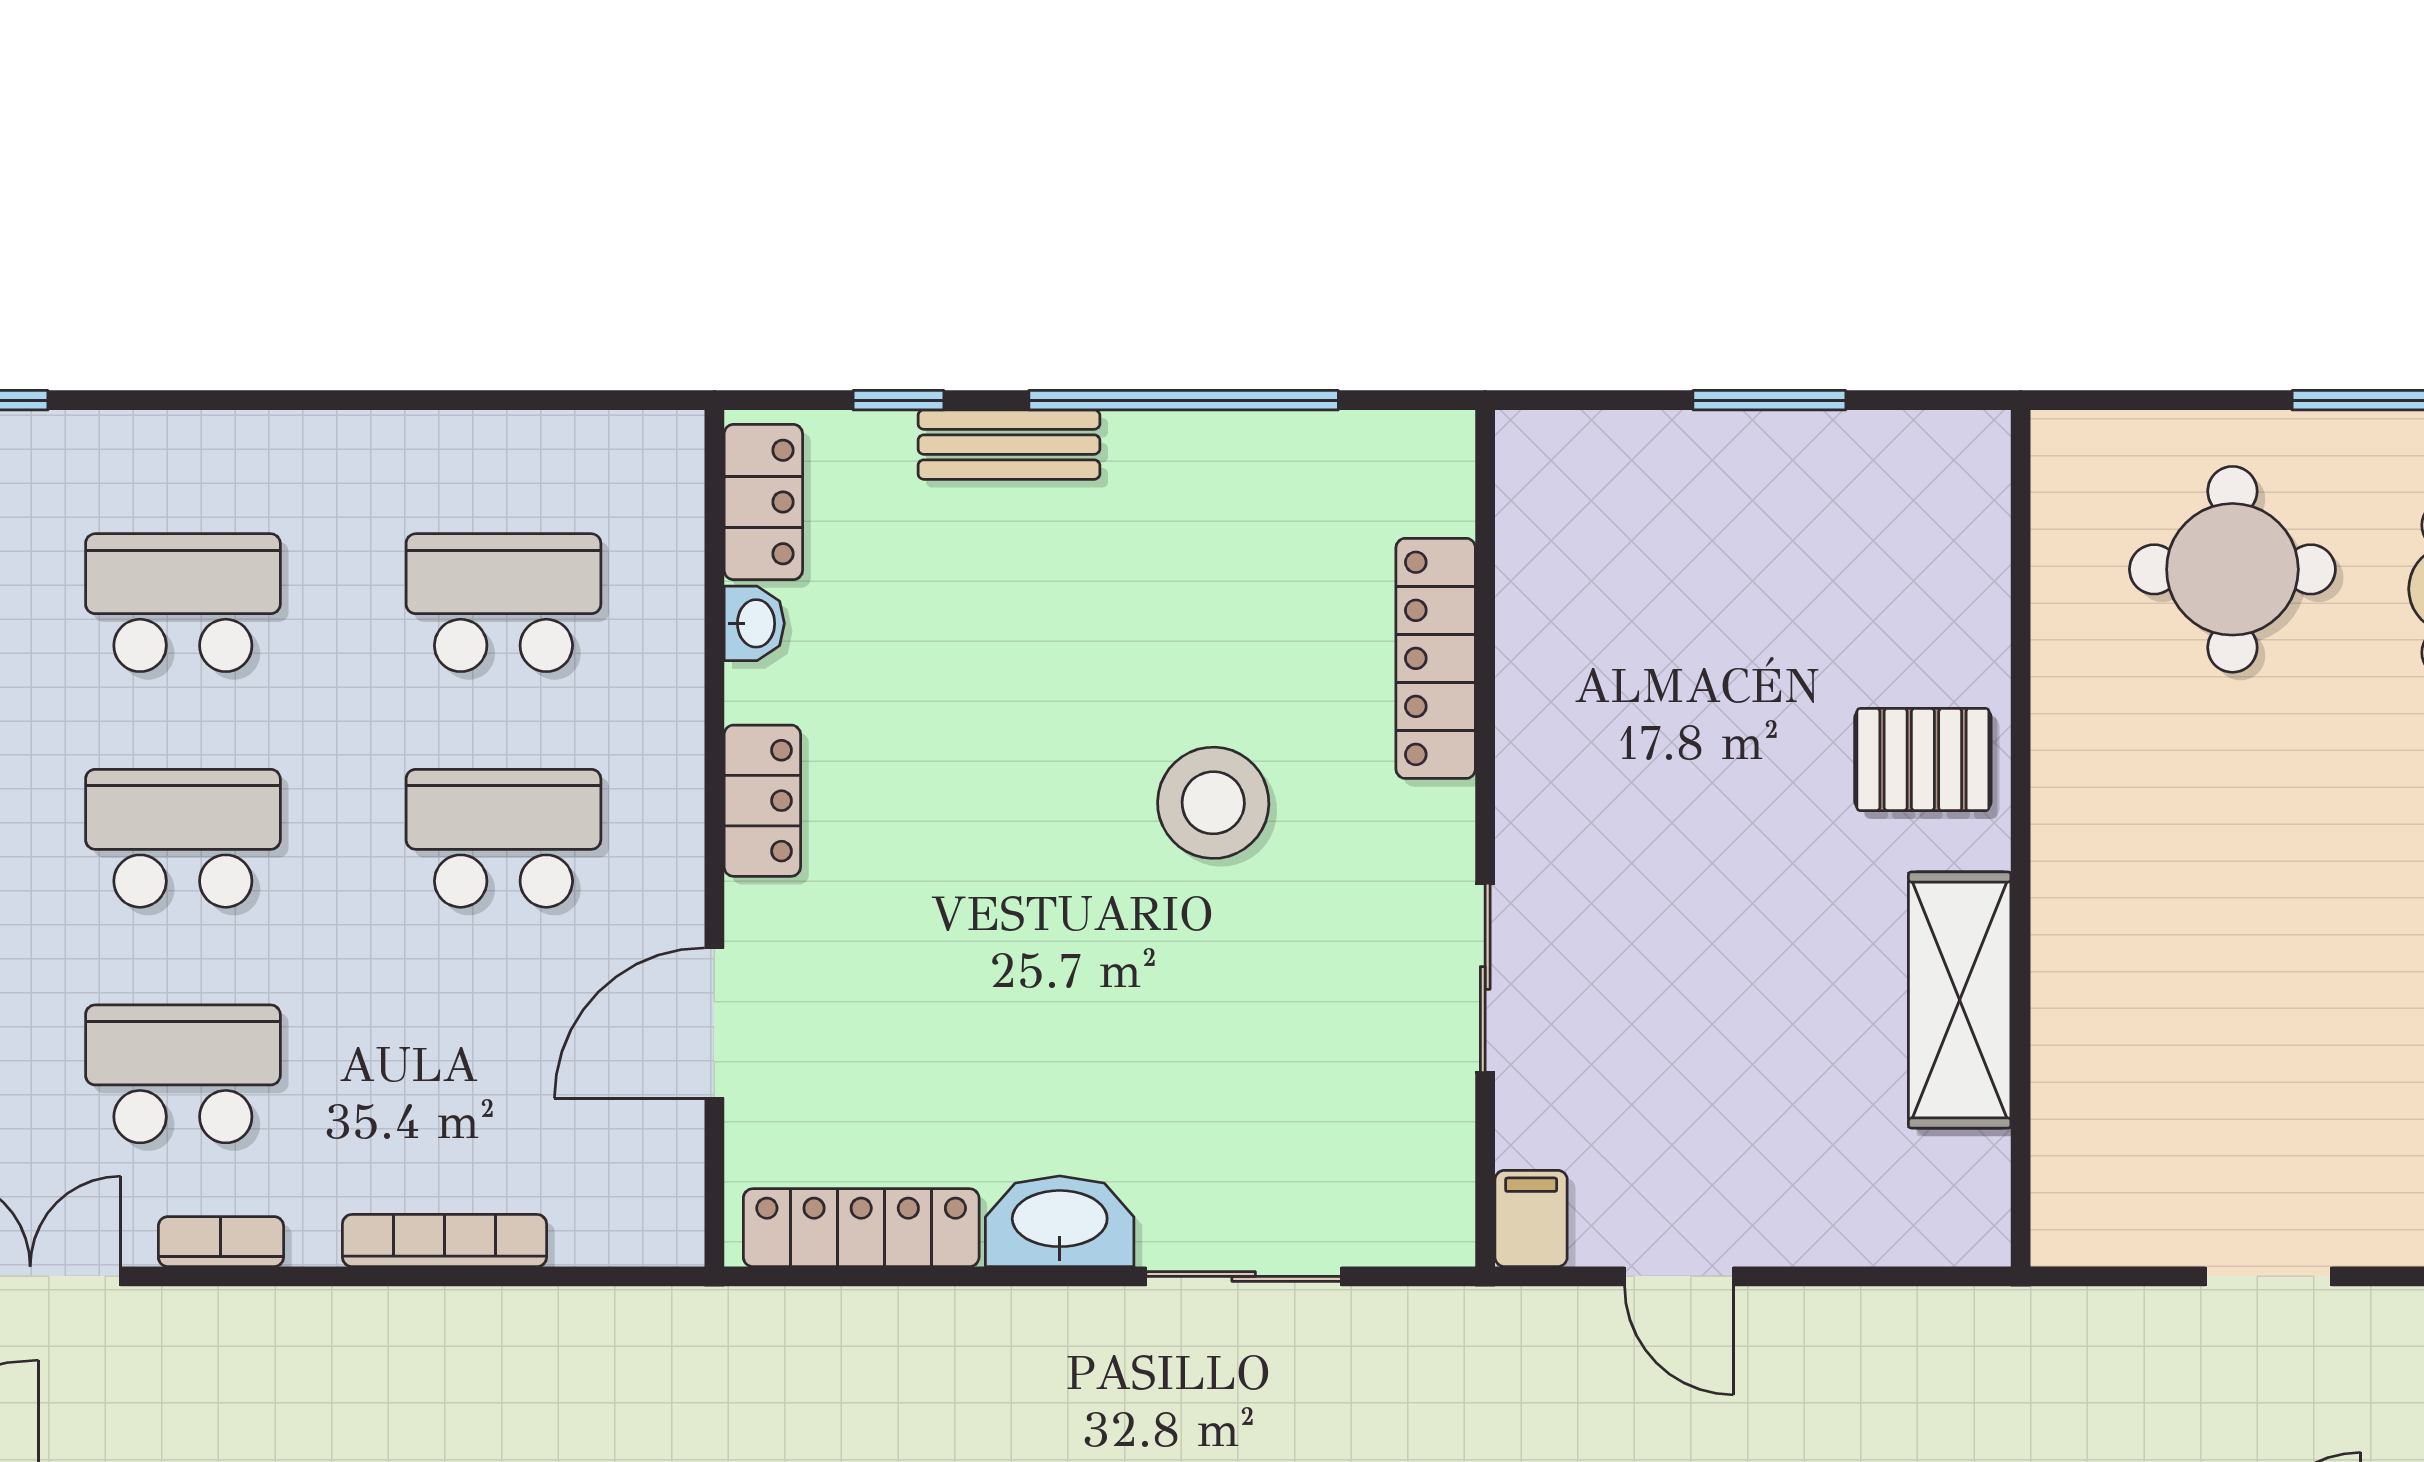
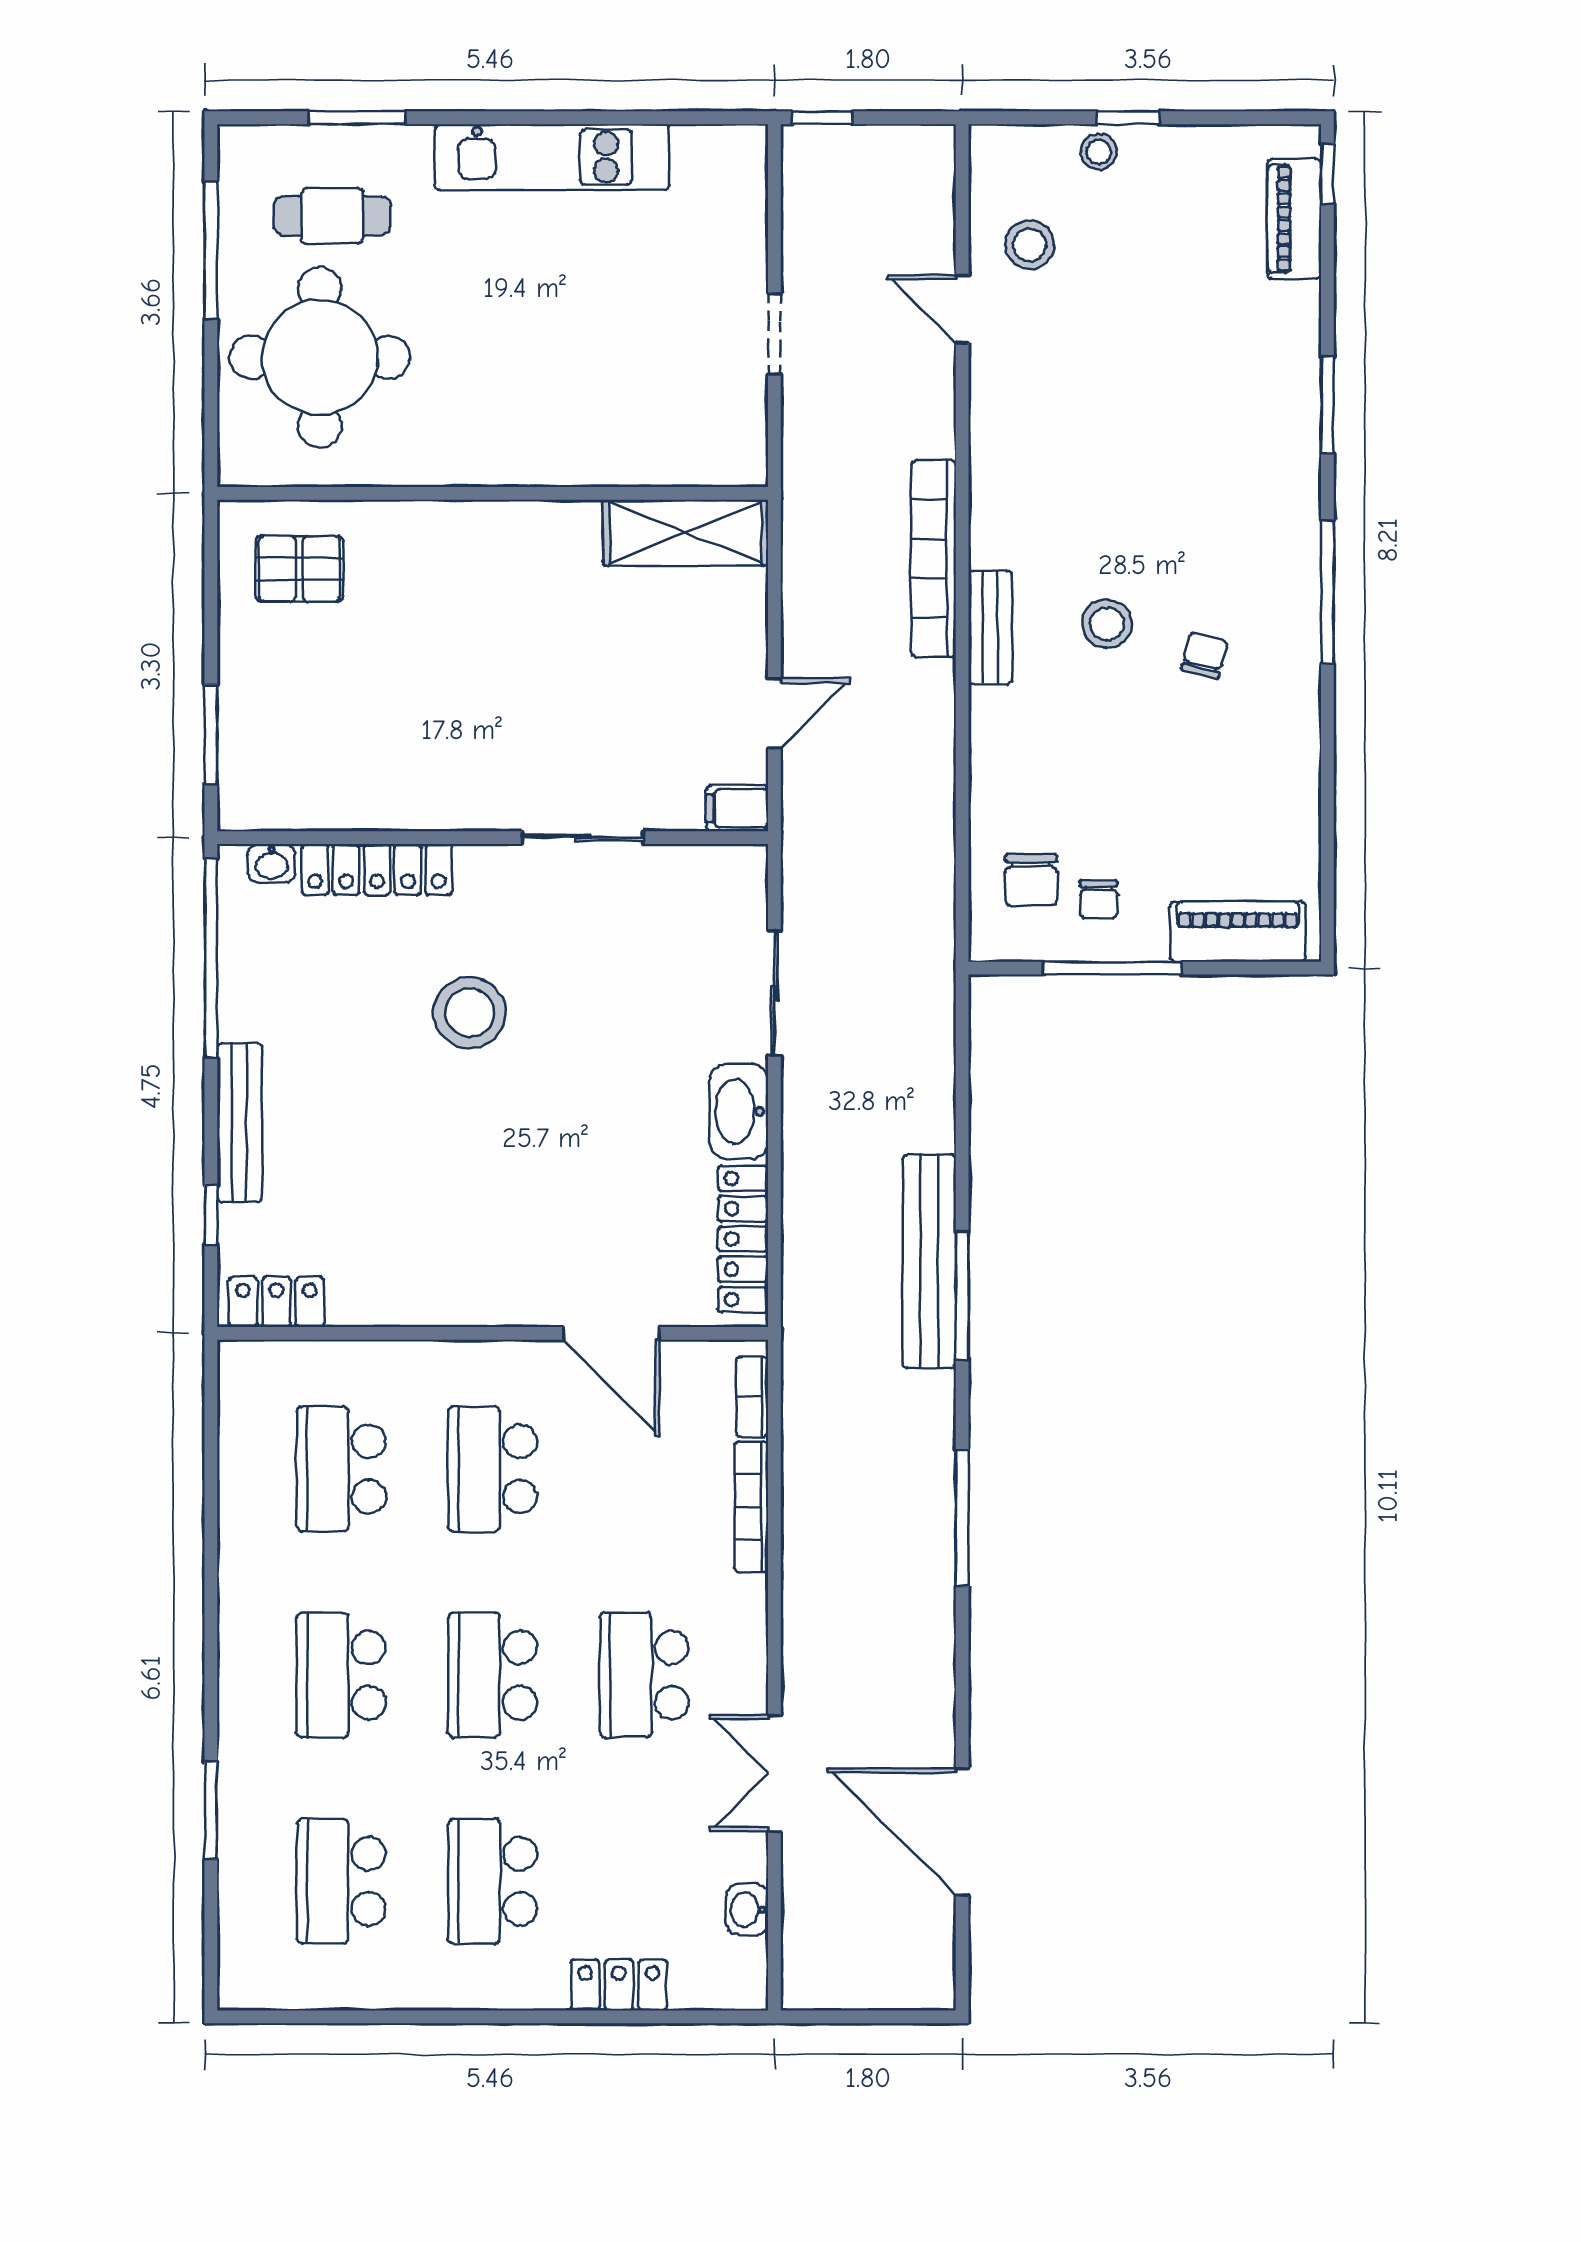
window: (1184, 400) -> (211, 958), moved
window: (1769, 400) -> (211, 734), moved
bench: (1009, 445) -> (240, 1123), width x1.36
round table: (2232, 569) -> (320, 357), width x1.36, depth x1.36
washbasin: (754, 623) -> (272, 863), moved, turned 180
pallet: (1923, 760) -> (299, 569), moved, turned 90
locker: (762, 801) -> (468, 1303), removed
shelving: (1960, 1000) -> (686, 533), moved
bookcase: (221, 1242) -> (752, 1397), moved

